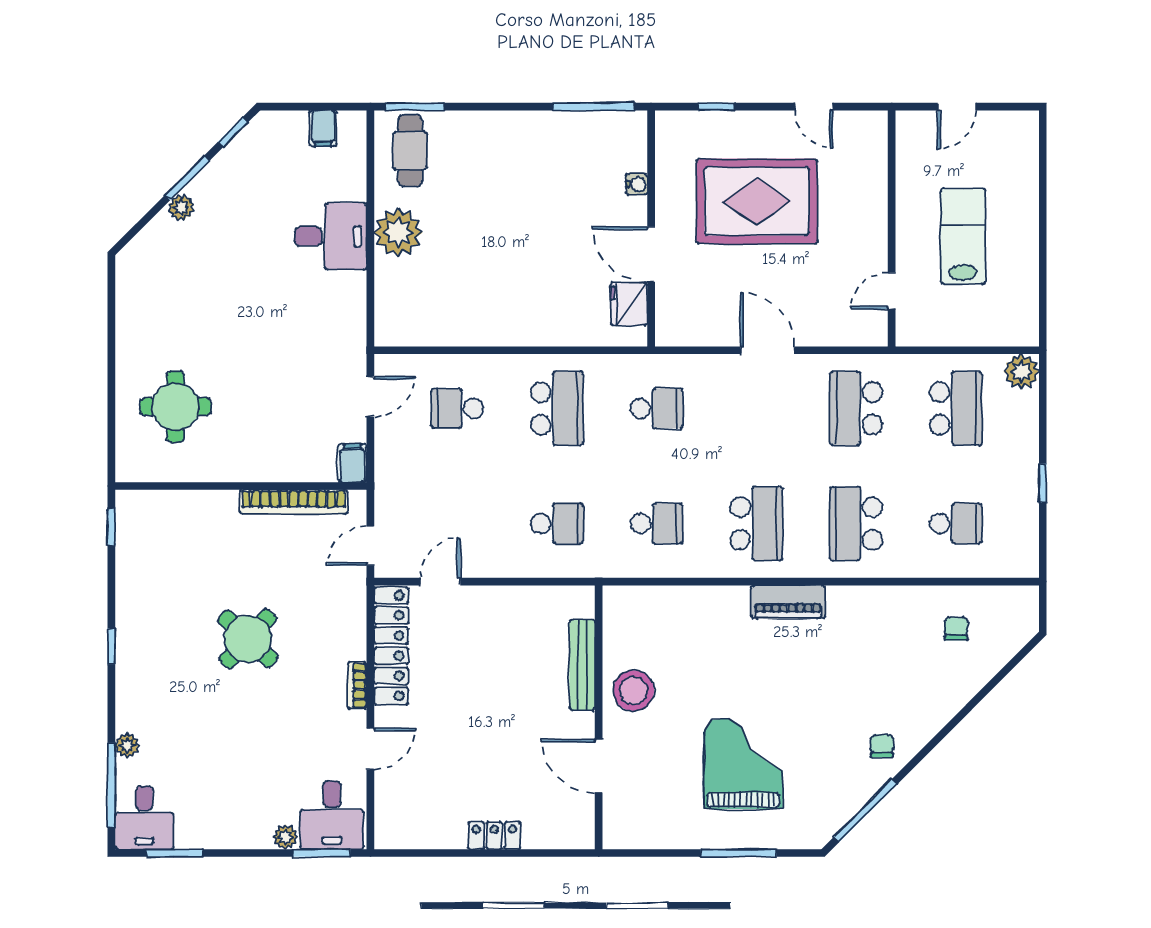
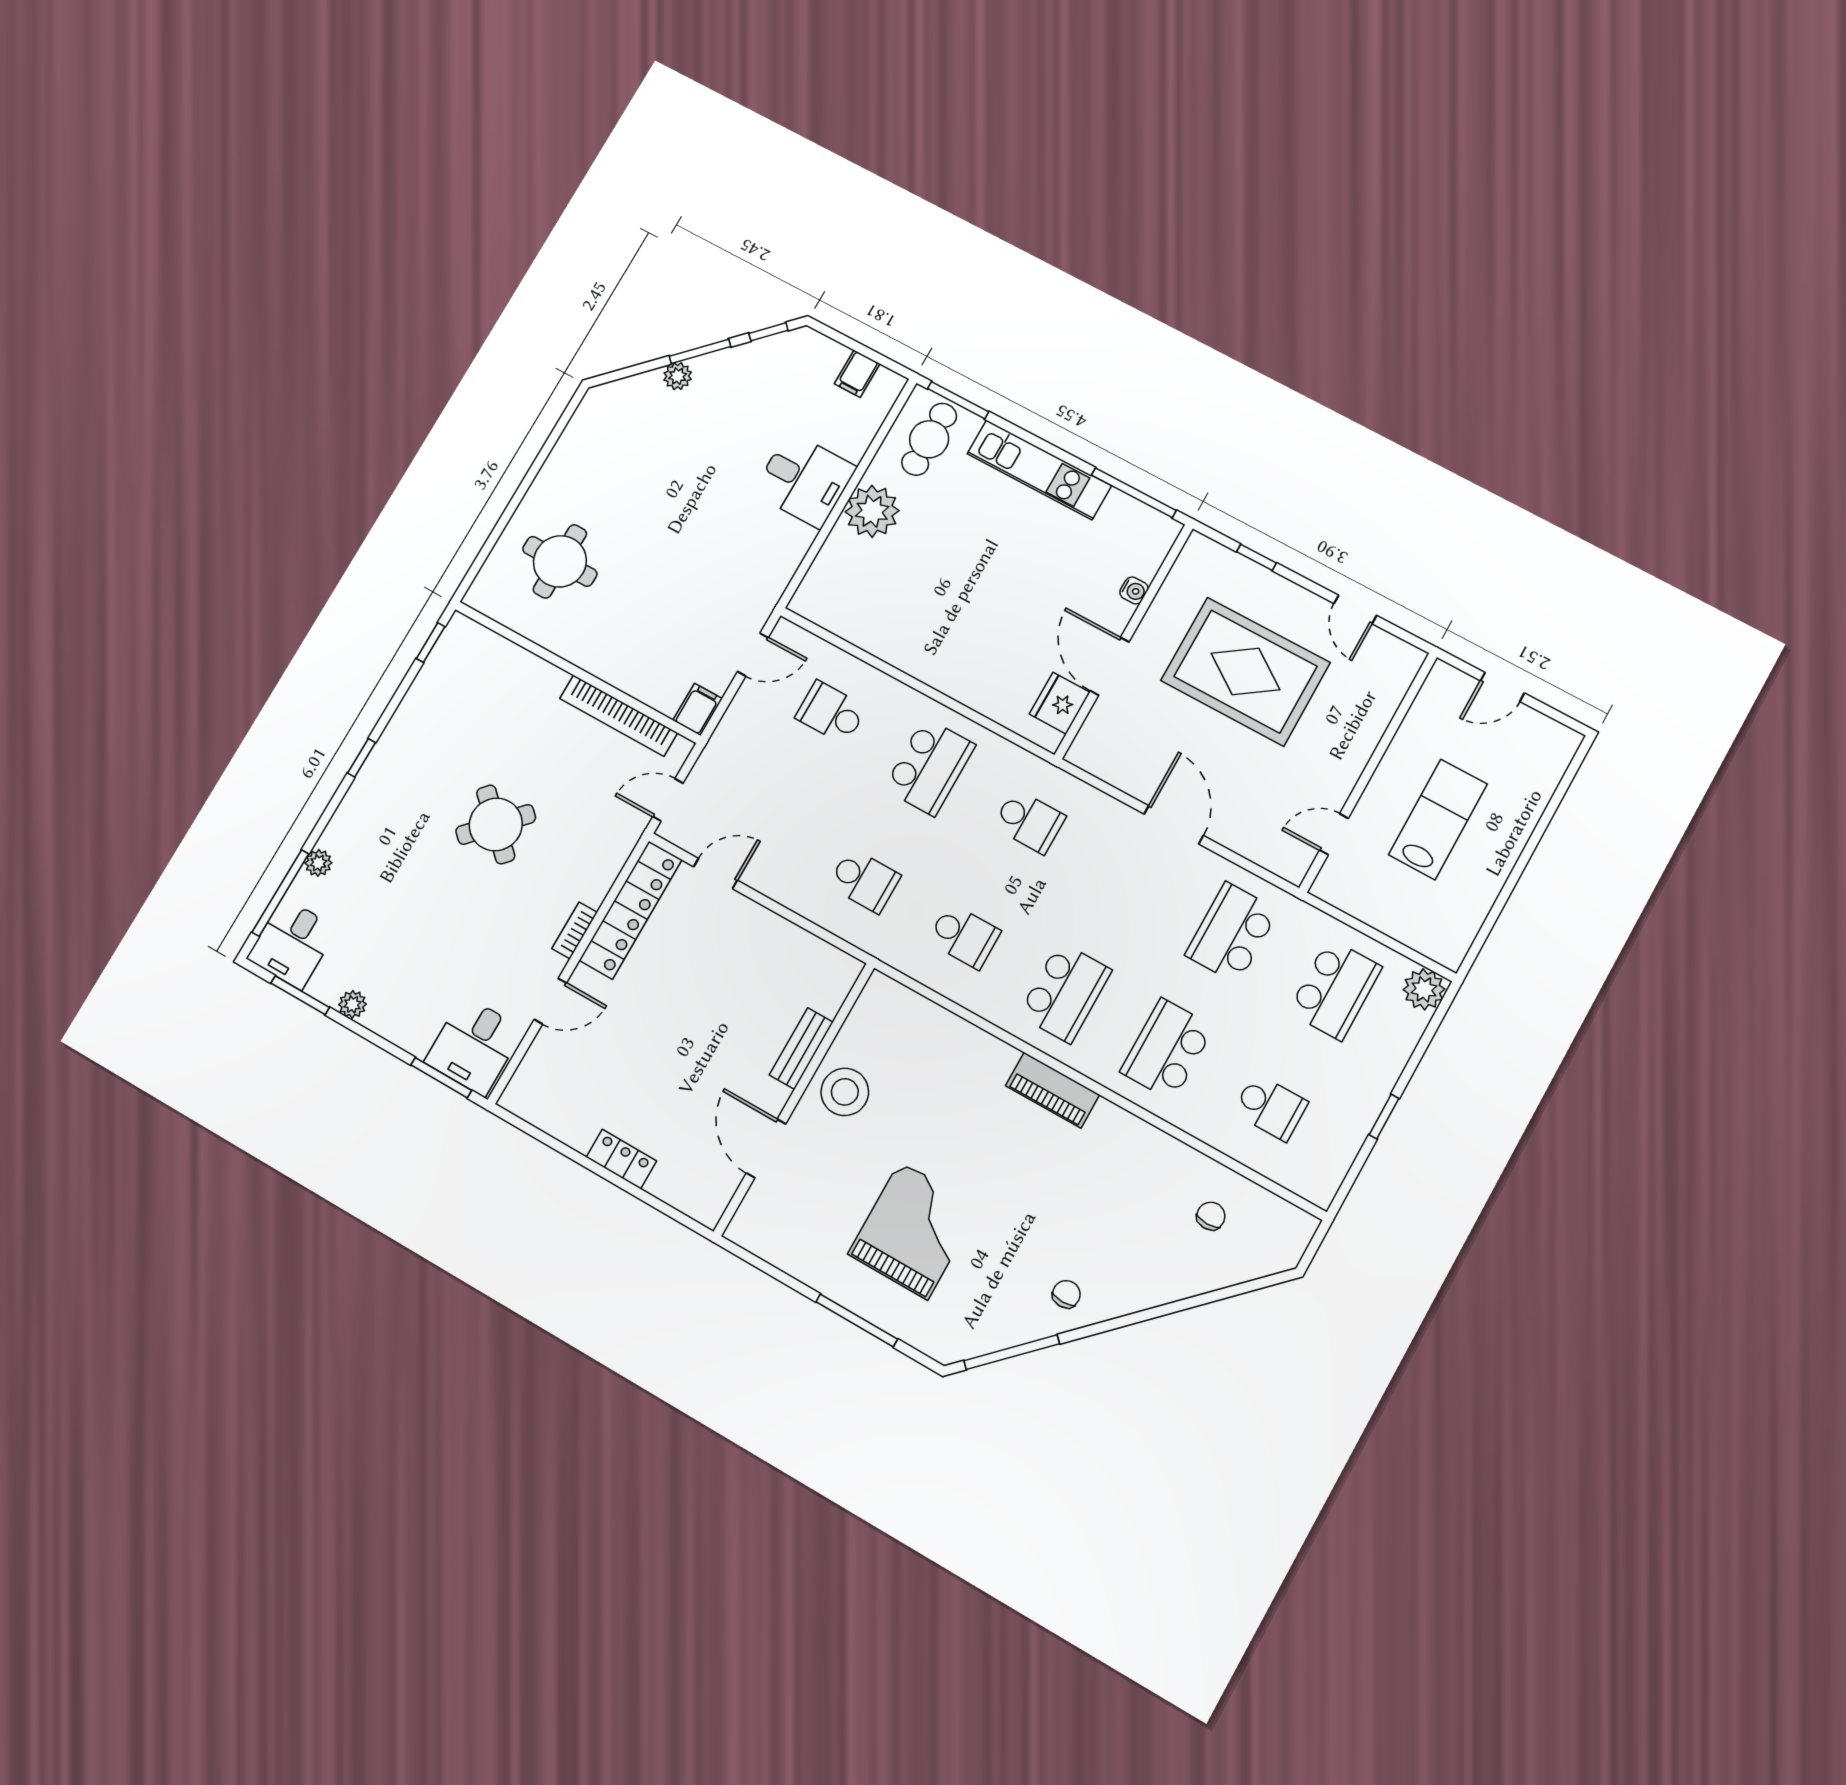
kitchen unit: (510, 128) -> (1039, 470), added
bench: (582, 665) -> (801, 1049), width x0.73
plant: (285, 837) -> (352, 1004), moved

